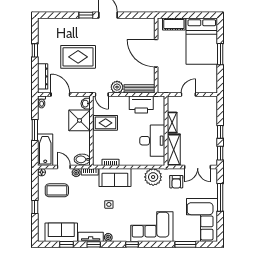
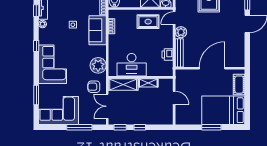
printer: (141, 104) -> (168, 54), width x0.53, depth x0.68
rug: (106, 123) -> (148, 22), turned 90

